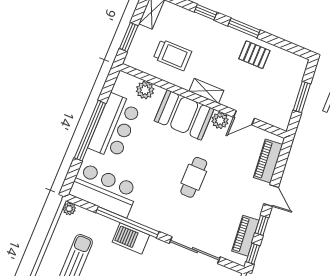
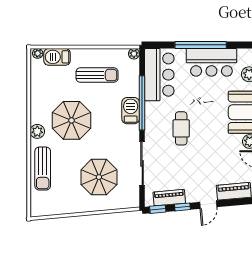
cafe table: (194, 177) -> (181, 128), moved, turned 90

